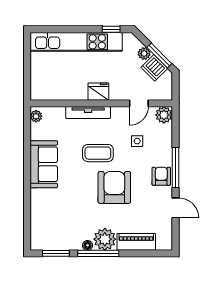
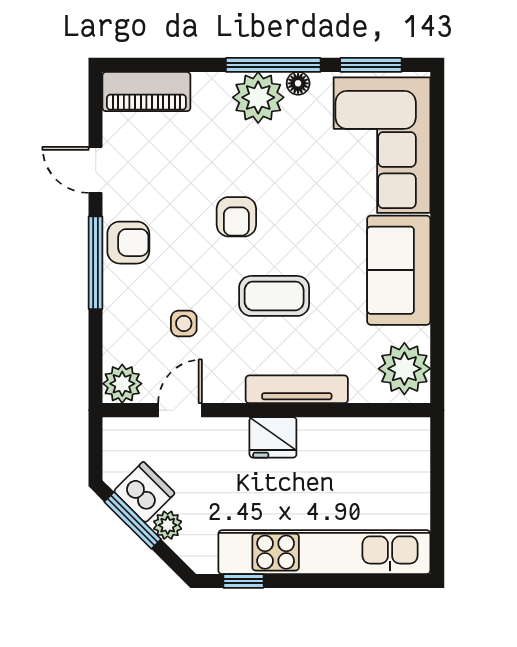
plant: (36, 116) -> (404, 369), width x1.88, depth x1.88
armchair: (161, 176) -> (128, 243), turned -90
armchair: (114, 187) -> (236, 217), width x0.53, depth x0.53
corner sofa: (51, 219) -> (382, 145), added
piano: (136, 242) -> (146, 92), moved

